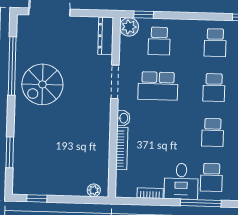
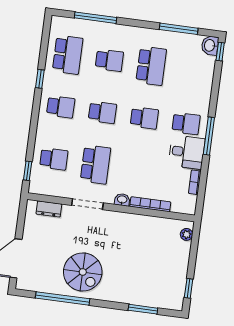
plant: (129, 27) -> (38, 186), removed
dresser: (106, 36) -> (49, 209), width x0.70

